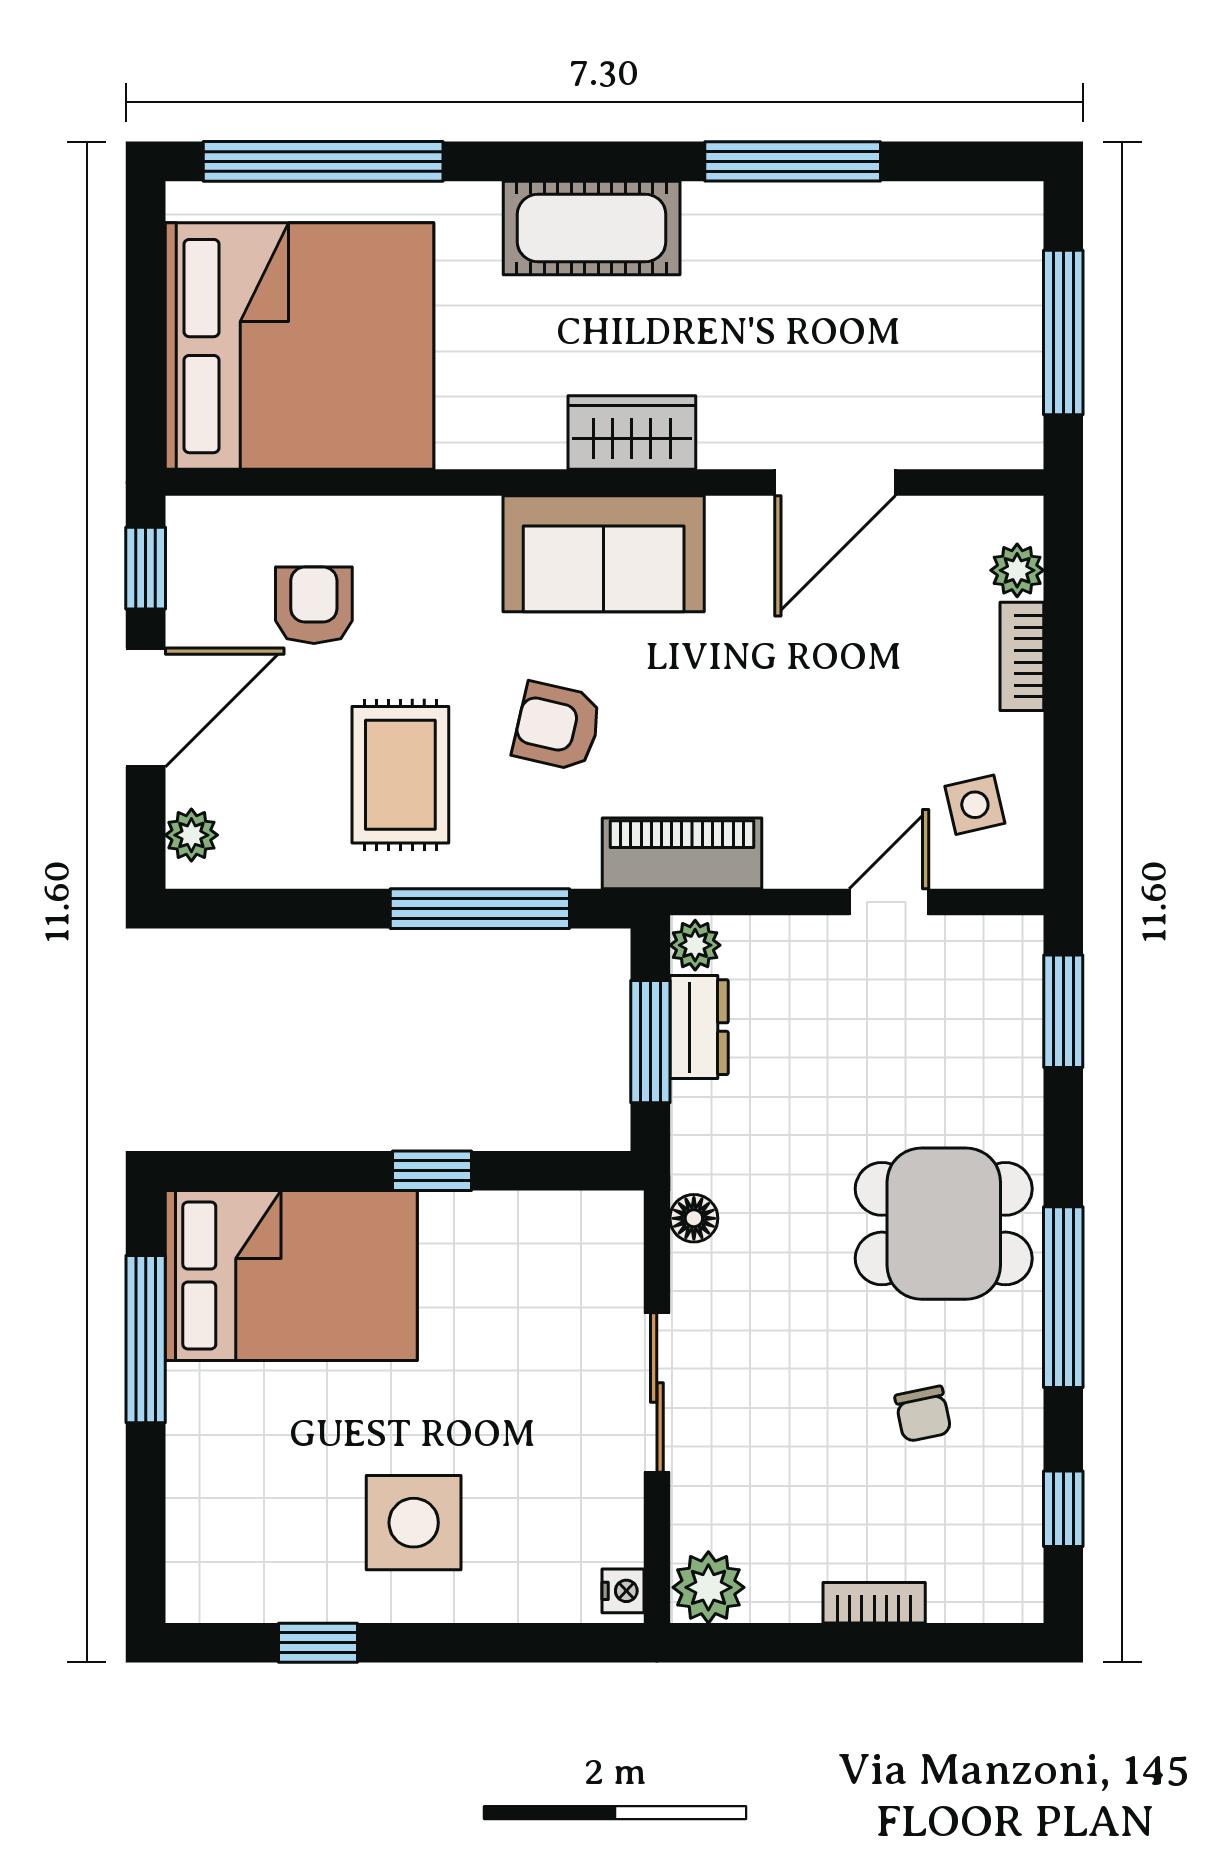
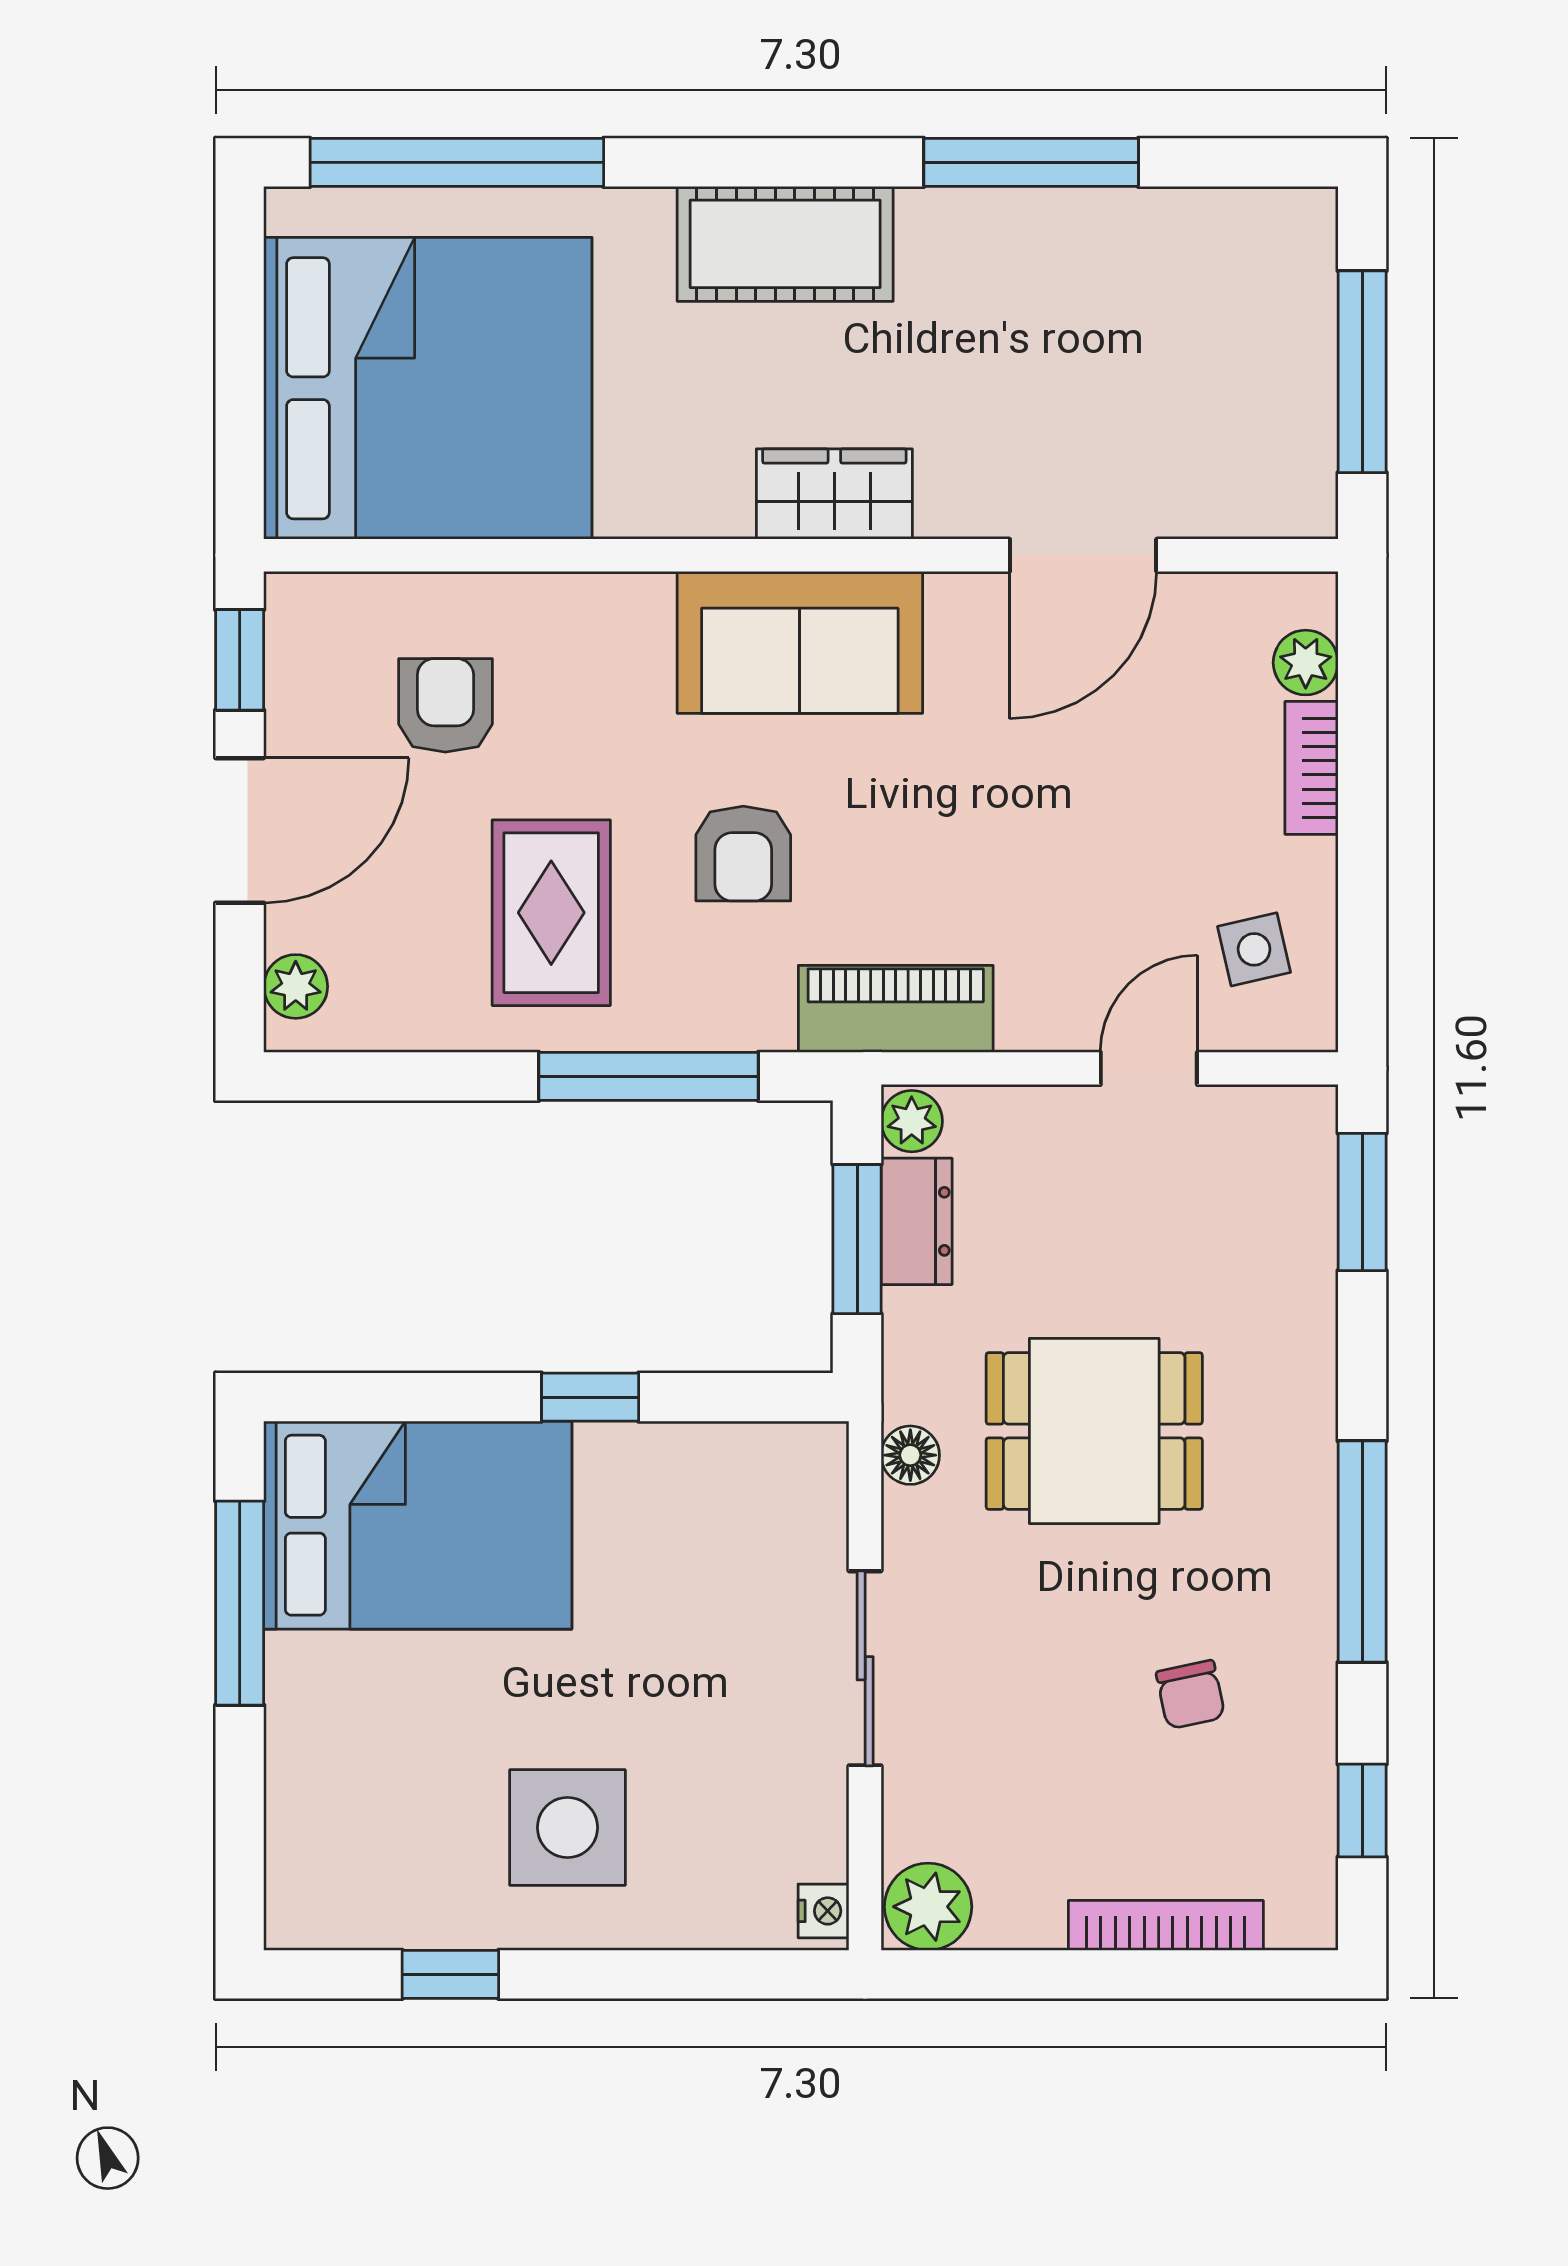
armchair: (557, 726) -> (743, 854), turned -103
dining table: (944, 1224) -> (1094, 1431), moved
bookcase: (874, 1603) -> (1166, 1925), width x1.56

